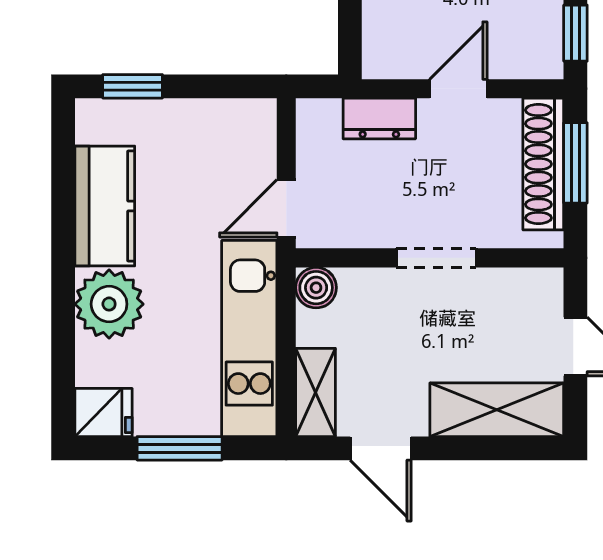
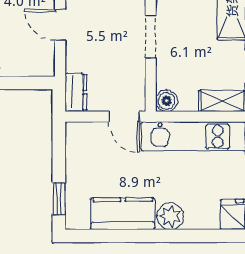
dresser: (379, 118) -> (76, 92), moved
plant: (109, 304) -> (170, 216), width x0.73, depth x0.73

